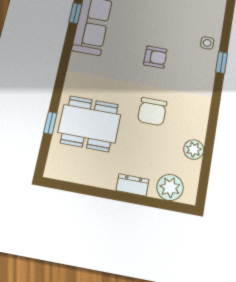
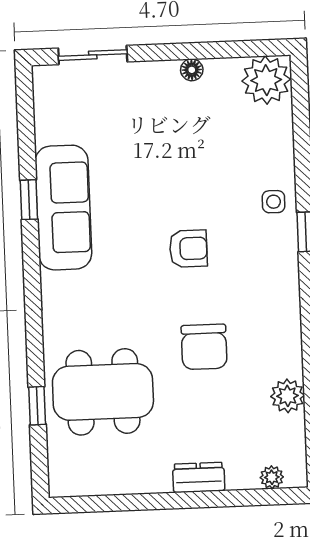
plant: (170, 187) -> (272, 477), width x0.53, depth x0.53

